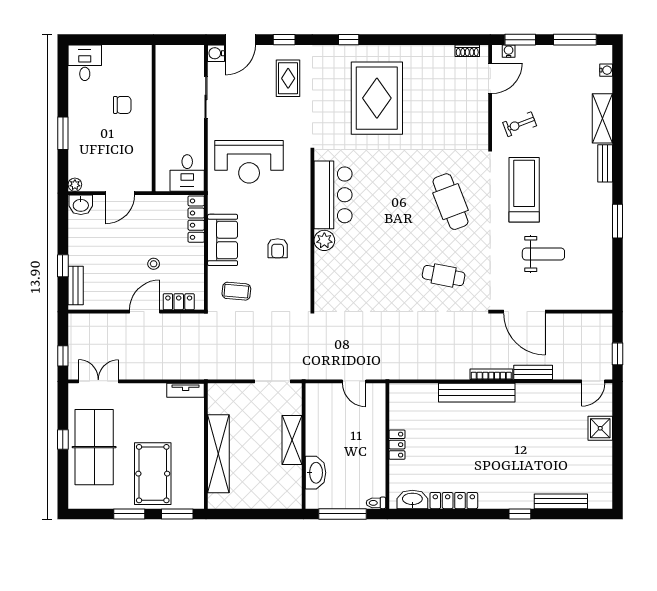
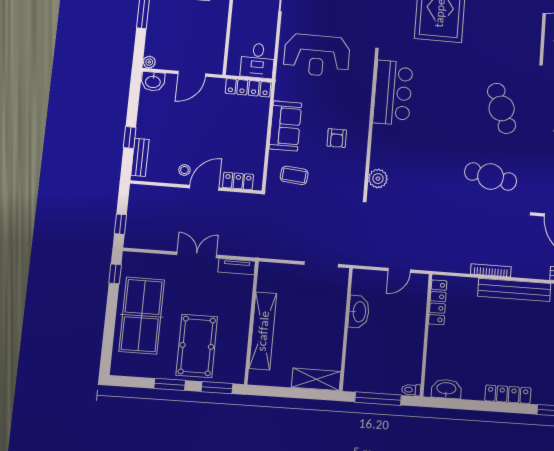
locker: (196, 219) -> (248, 88), moved, turned -90
plant: (324, 240) -> (378, 179), moved
stool: (154, 264) -> (184, 170), moved
cafe table: (444, 275) -> (491, 176), width x1.37, depth x1.35
bookcase: (491, 374) -> (491, 270), moved
double door: (98, 381) -> (197, 255), moved
door: (354, 381) -> (399, 270), hinge flipped
window: (63, 439) -> (115, 274), moved
shelving: (292, 440) -> (316, 379), moved, turned 90
locker: (397, 445) -> (438, 302), moved, width x1.53
washbasin: (315, 473) -> (359, 312), moved
locker: (454, 501) -> (508, 394), moved

